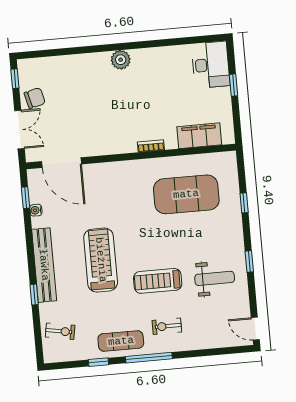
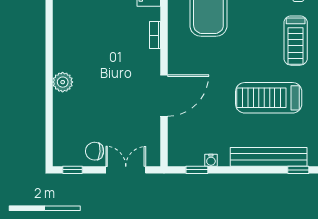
plant: (121, 60) -> (63, 82), moved
chair: (35, 98) -> (95, 151), turned -72
door: (62, 163) -> (164, 95), moved

